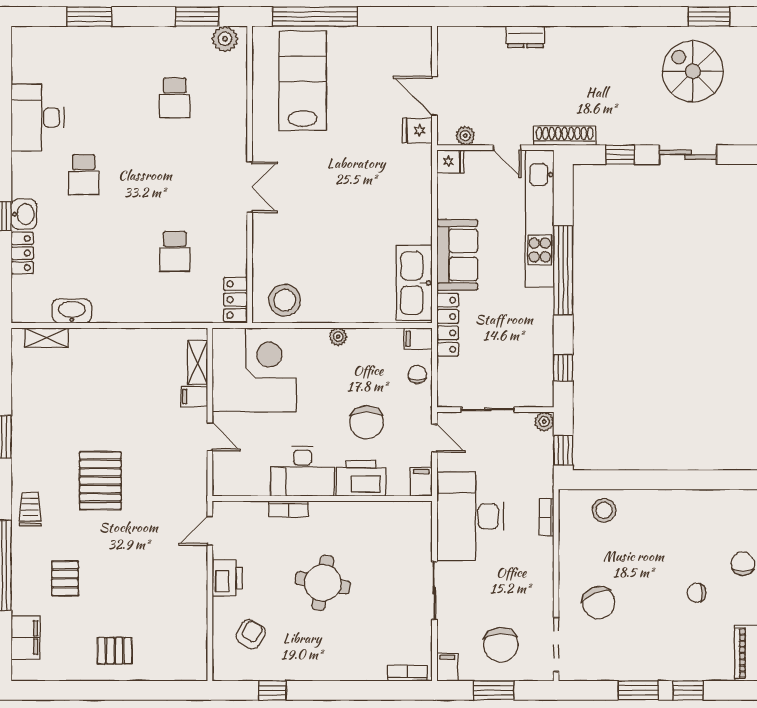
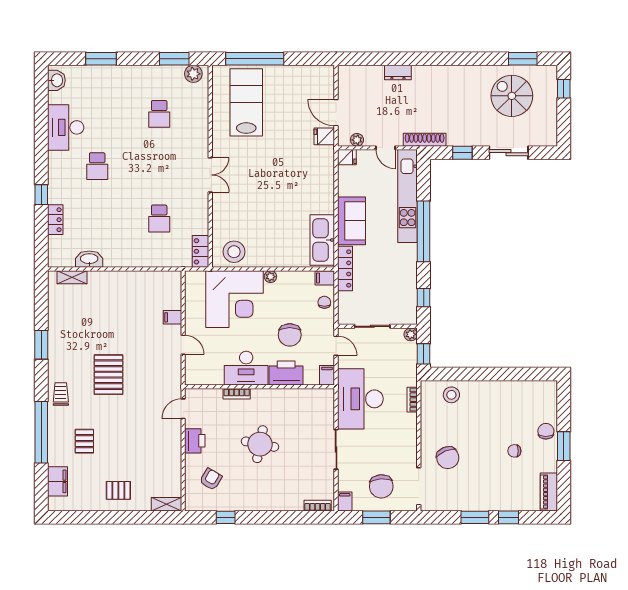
washbasin: (24, 214) -> (56, 80), moved
shelving: (198, 363) -> (166, 504), moved, turned 90
corner desk: (254, 370) -> (235, 299), moved, turned 90

